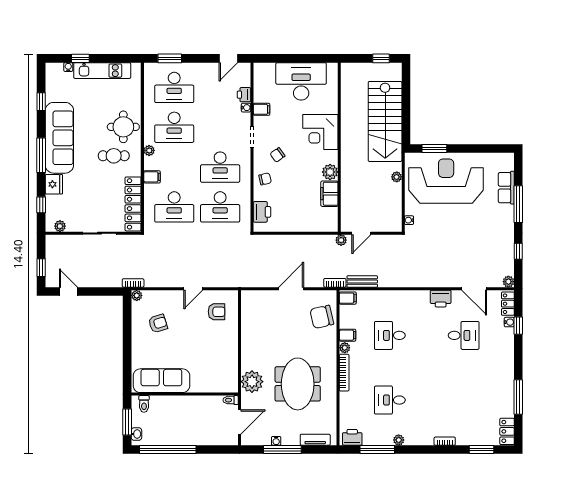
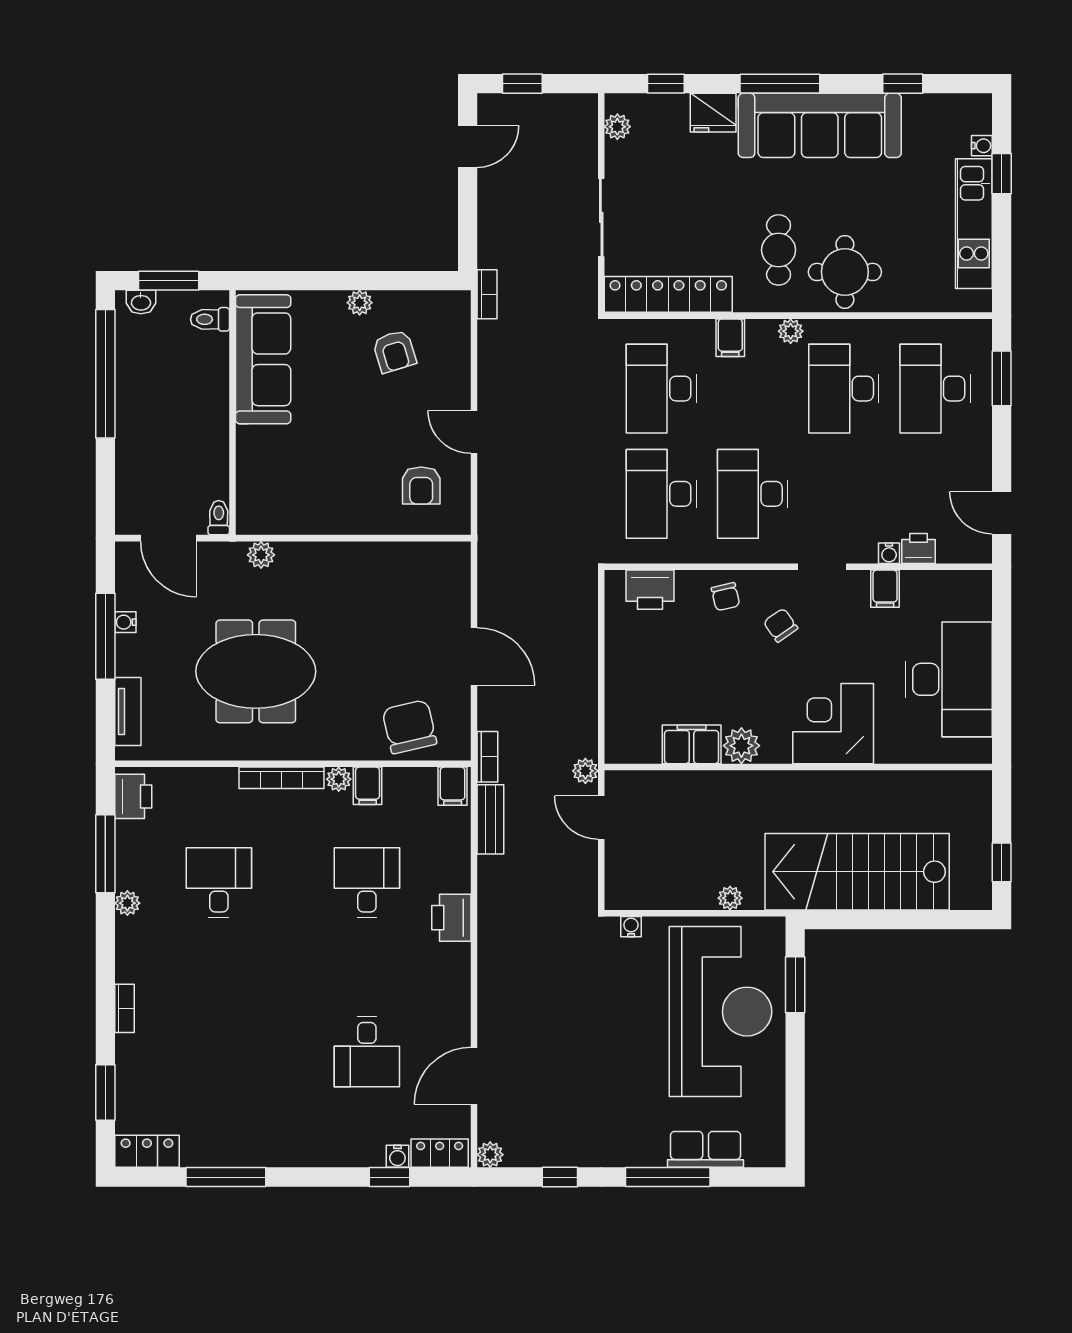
plant: (137, 295) -> (360, 303), moved
printer: (441, 299) -> (451, 918), moved
plant: (252, 382) -> (261, 555), width x0.53, depth x0.53

